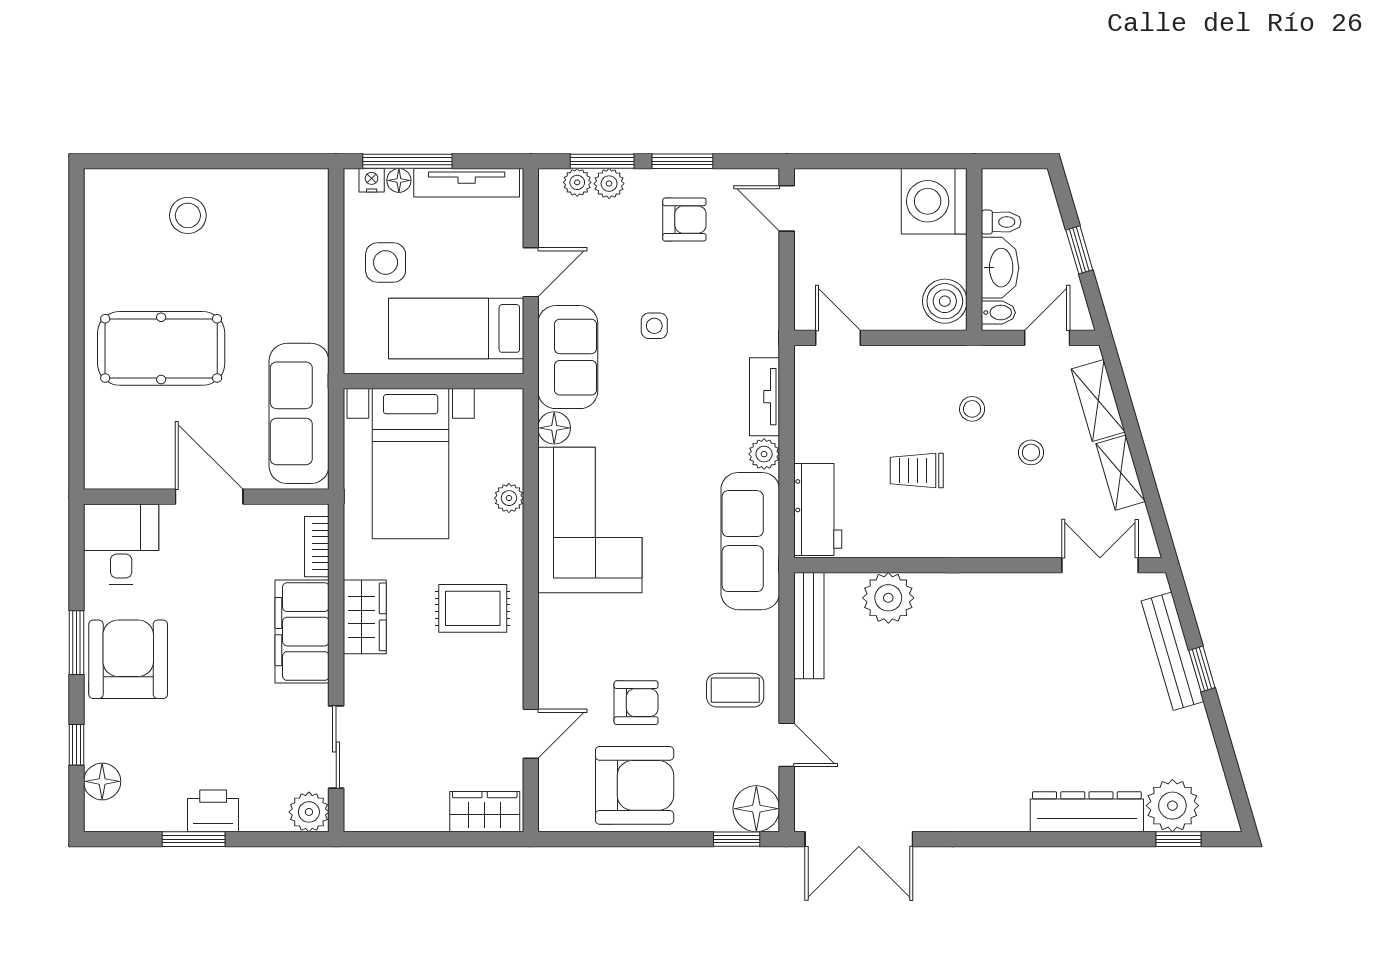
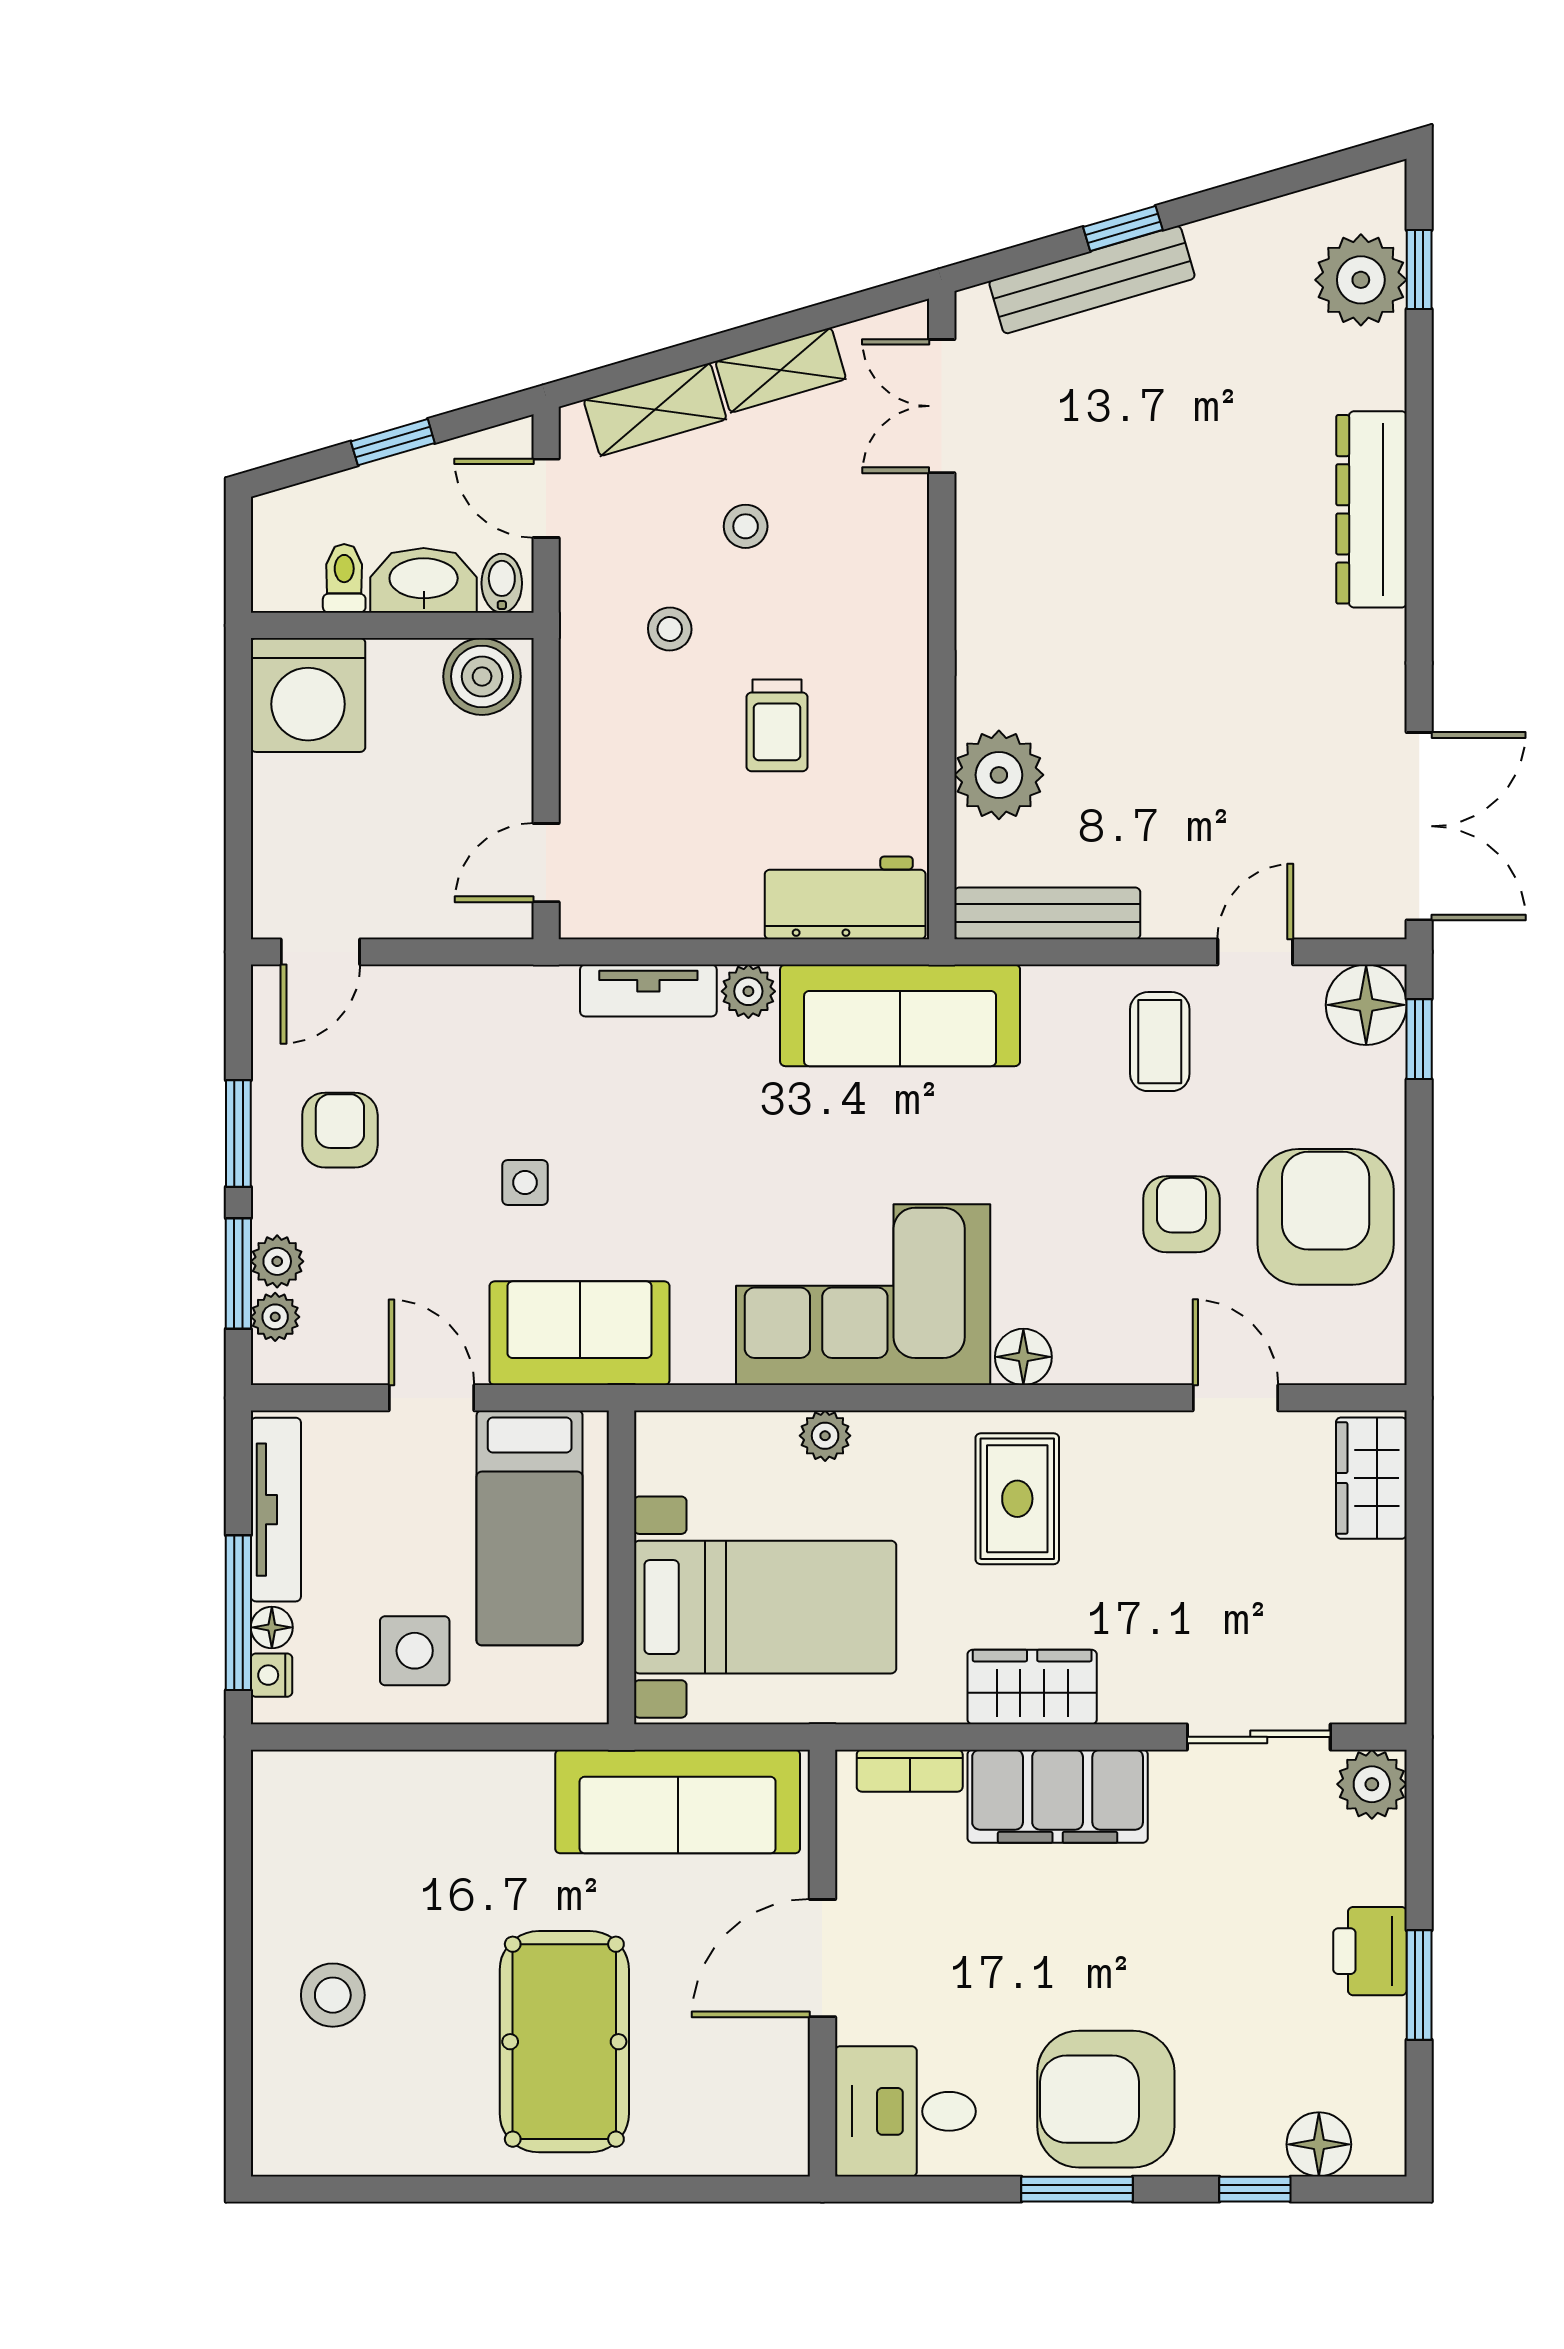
floor lamp: (554, 428) -> (1023, 1357), moved
dresser: (1087, 812) -> (1371, 509), moved

